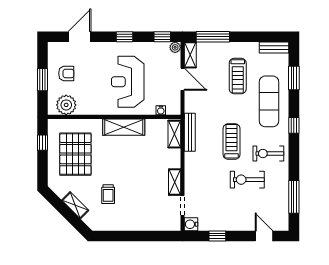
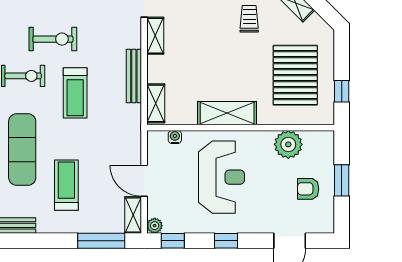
plant: (66, 105) -> (288, 144), moved
bench: (190, 132) -> (134, 76), moved

